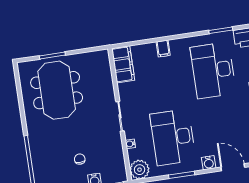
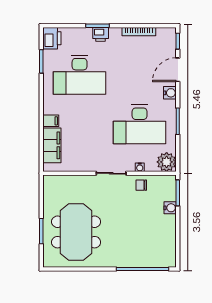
filing cabinet: (123, 64) -> (52, 145), moved, turned 90
meeting table: (57, 90) -> (76, 232), turned 90
chair: (80, 159) -> (141, 185), moved

